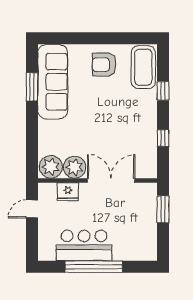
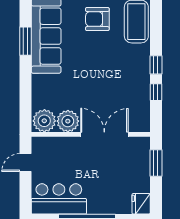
window: (163, 91) -> (156, 65), moved
fridge: (68, 192) -> (141, 204), moved, turned 90
bar counter: (84, 245) -> (59, 199), moved

